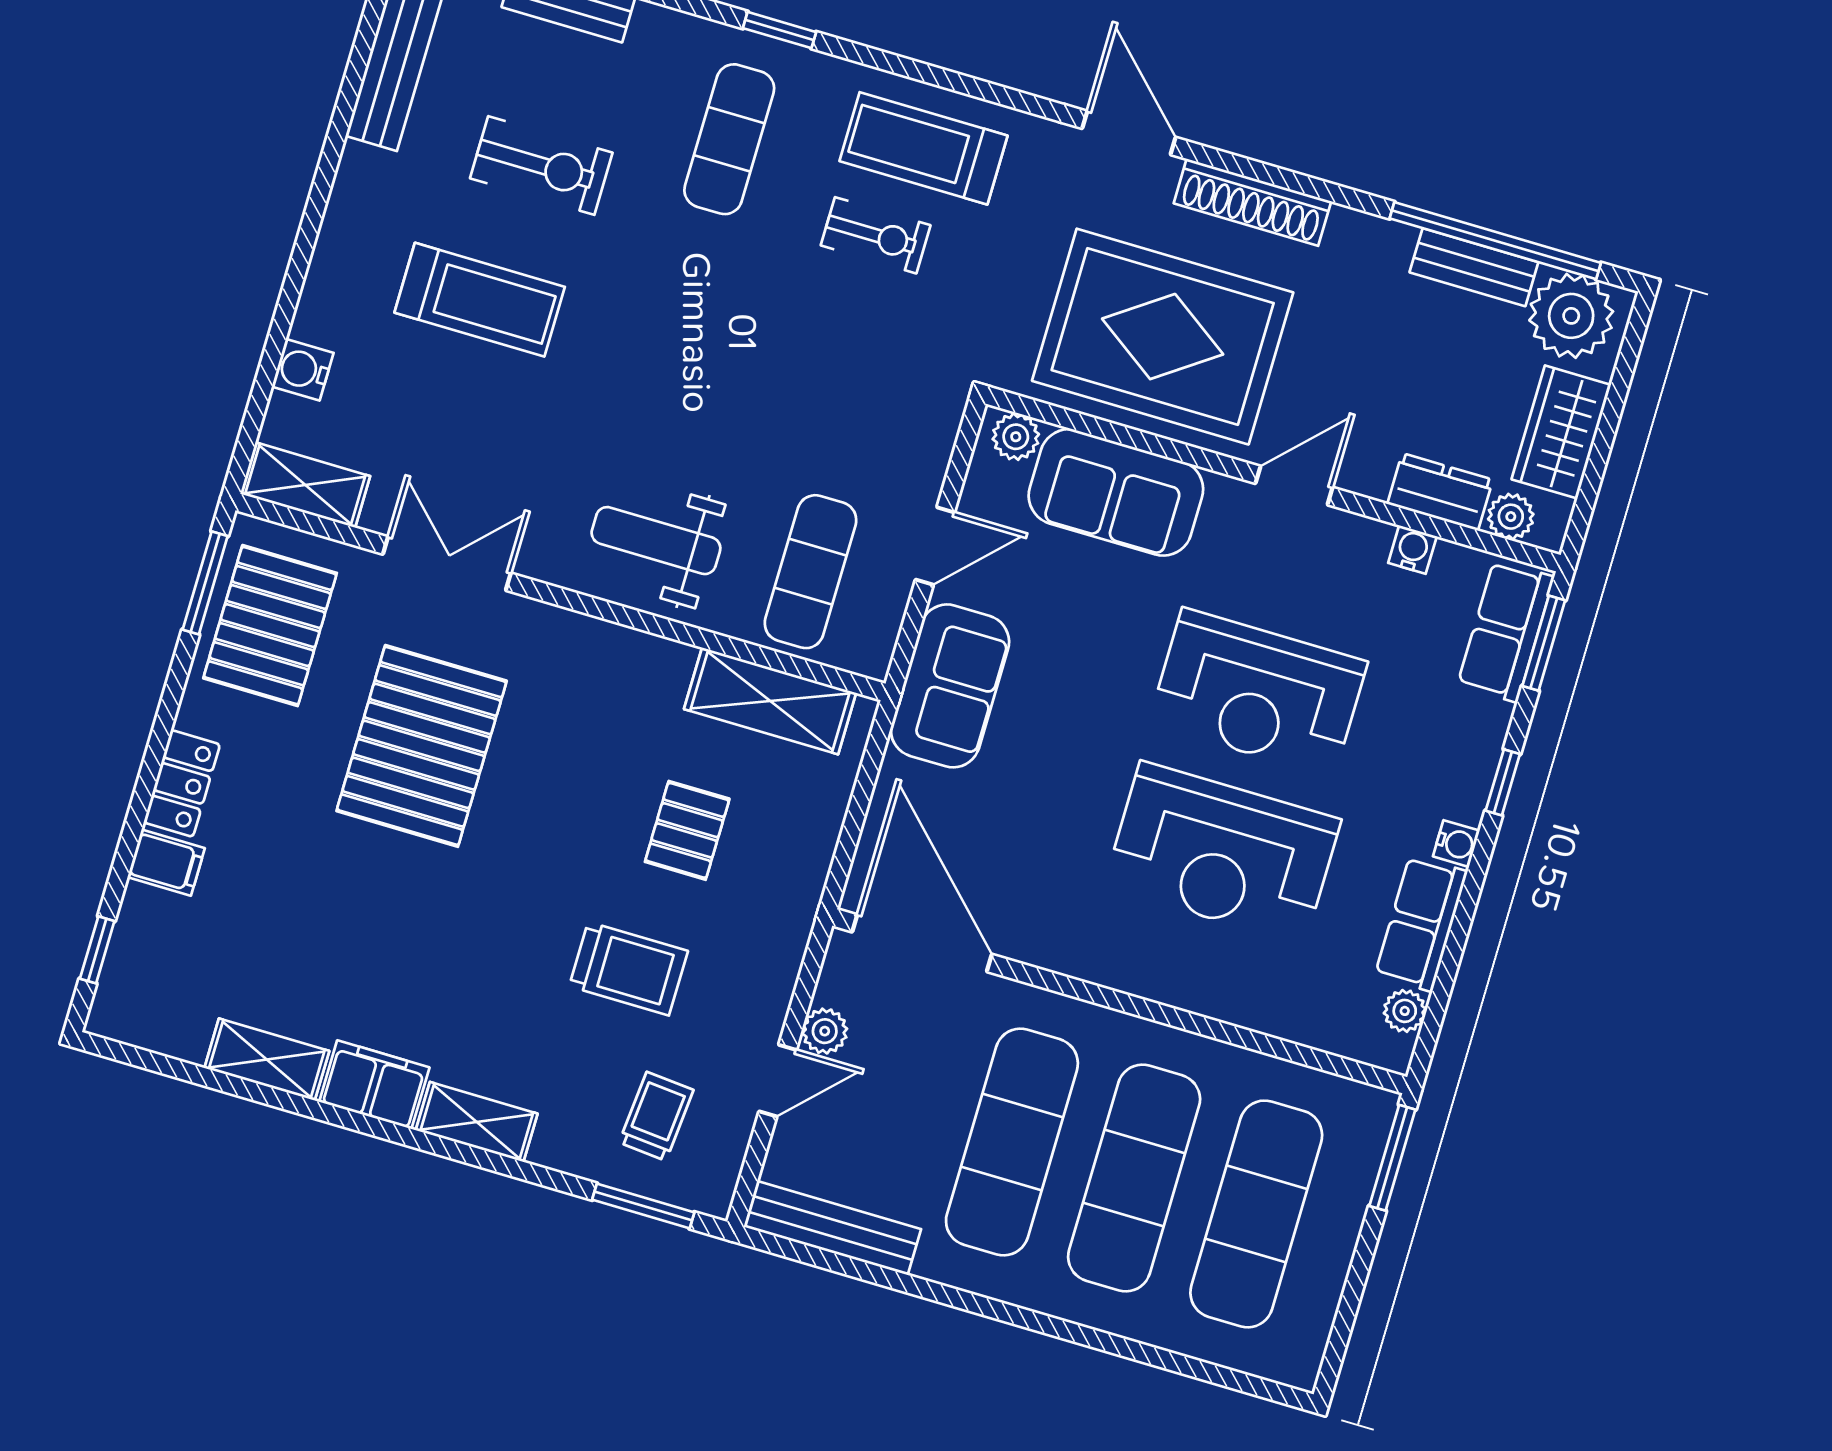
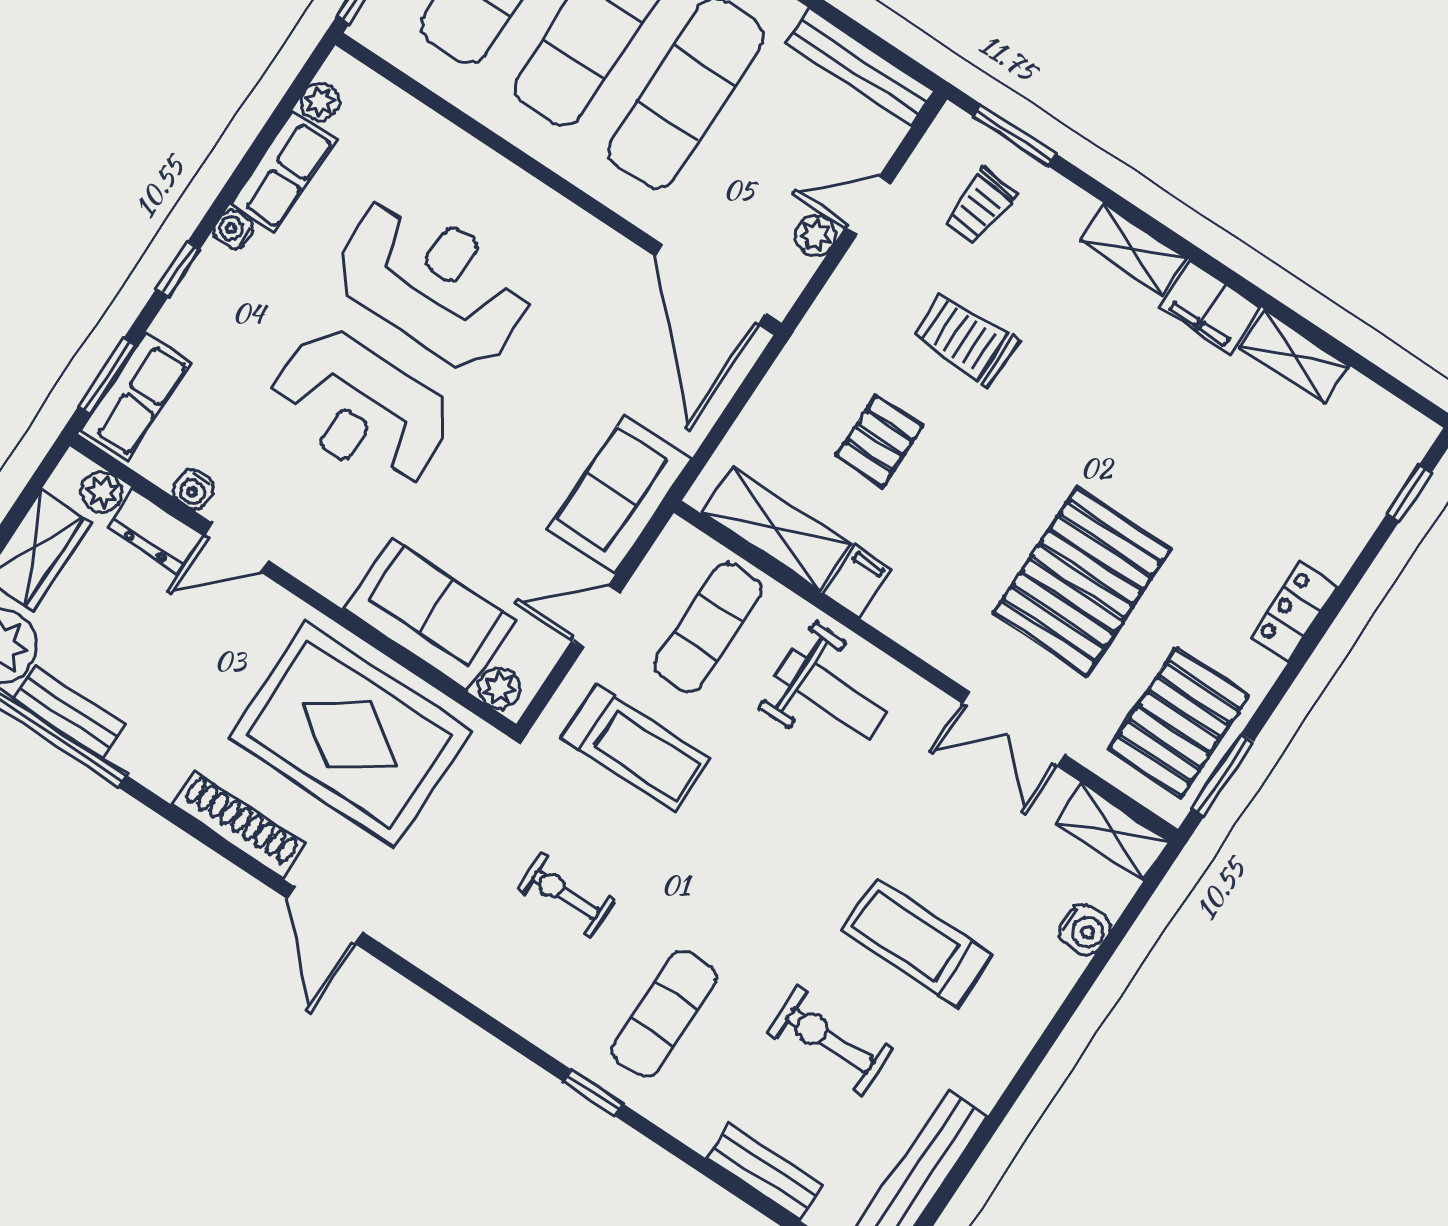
treadmill: (923, 148) -> (636, 748), moved
door: (1294, 485) -> (237, 548), moved
reception desk: (1258, 693) -> (361, 409), turned 180
filing cabinet: (166, 863) -> (857, 581), moved, turned 90

